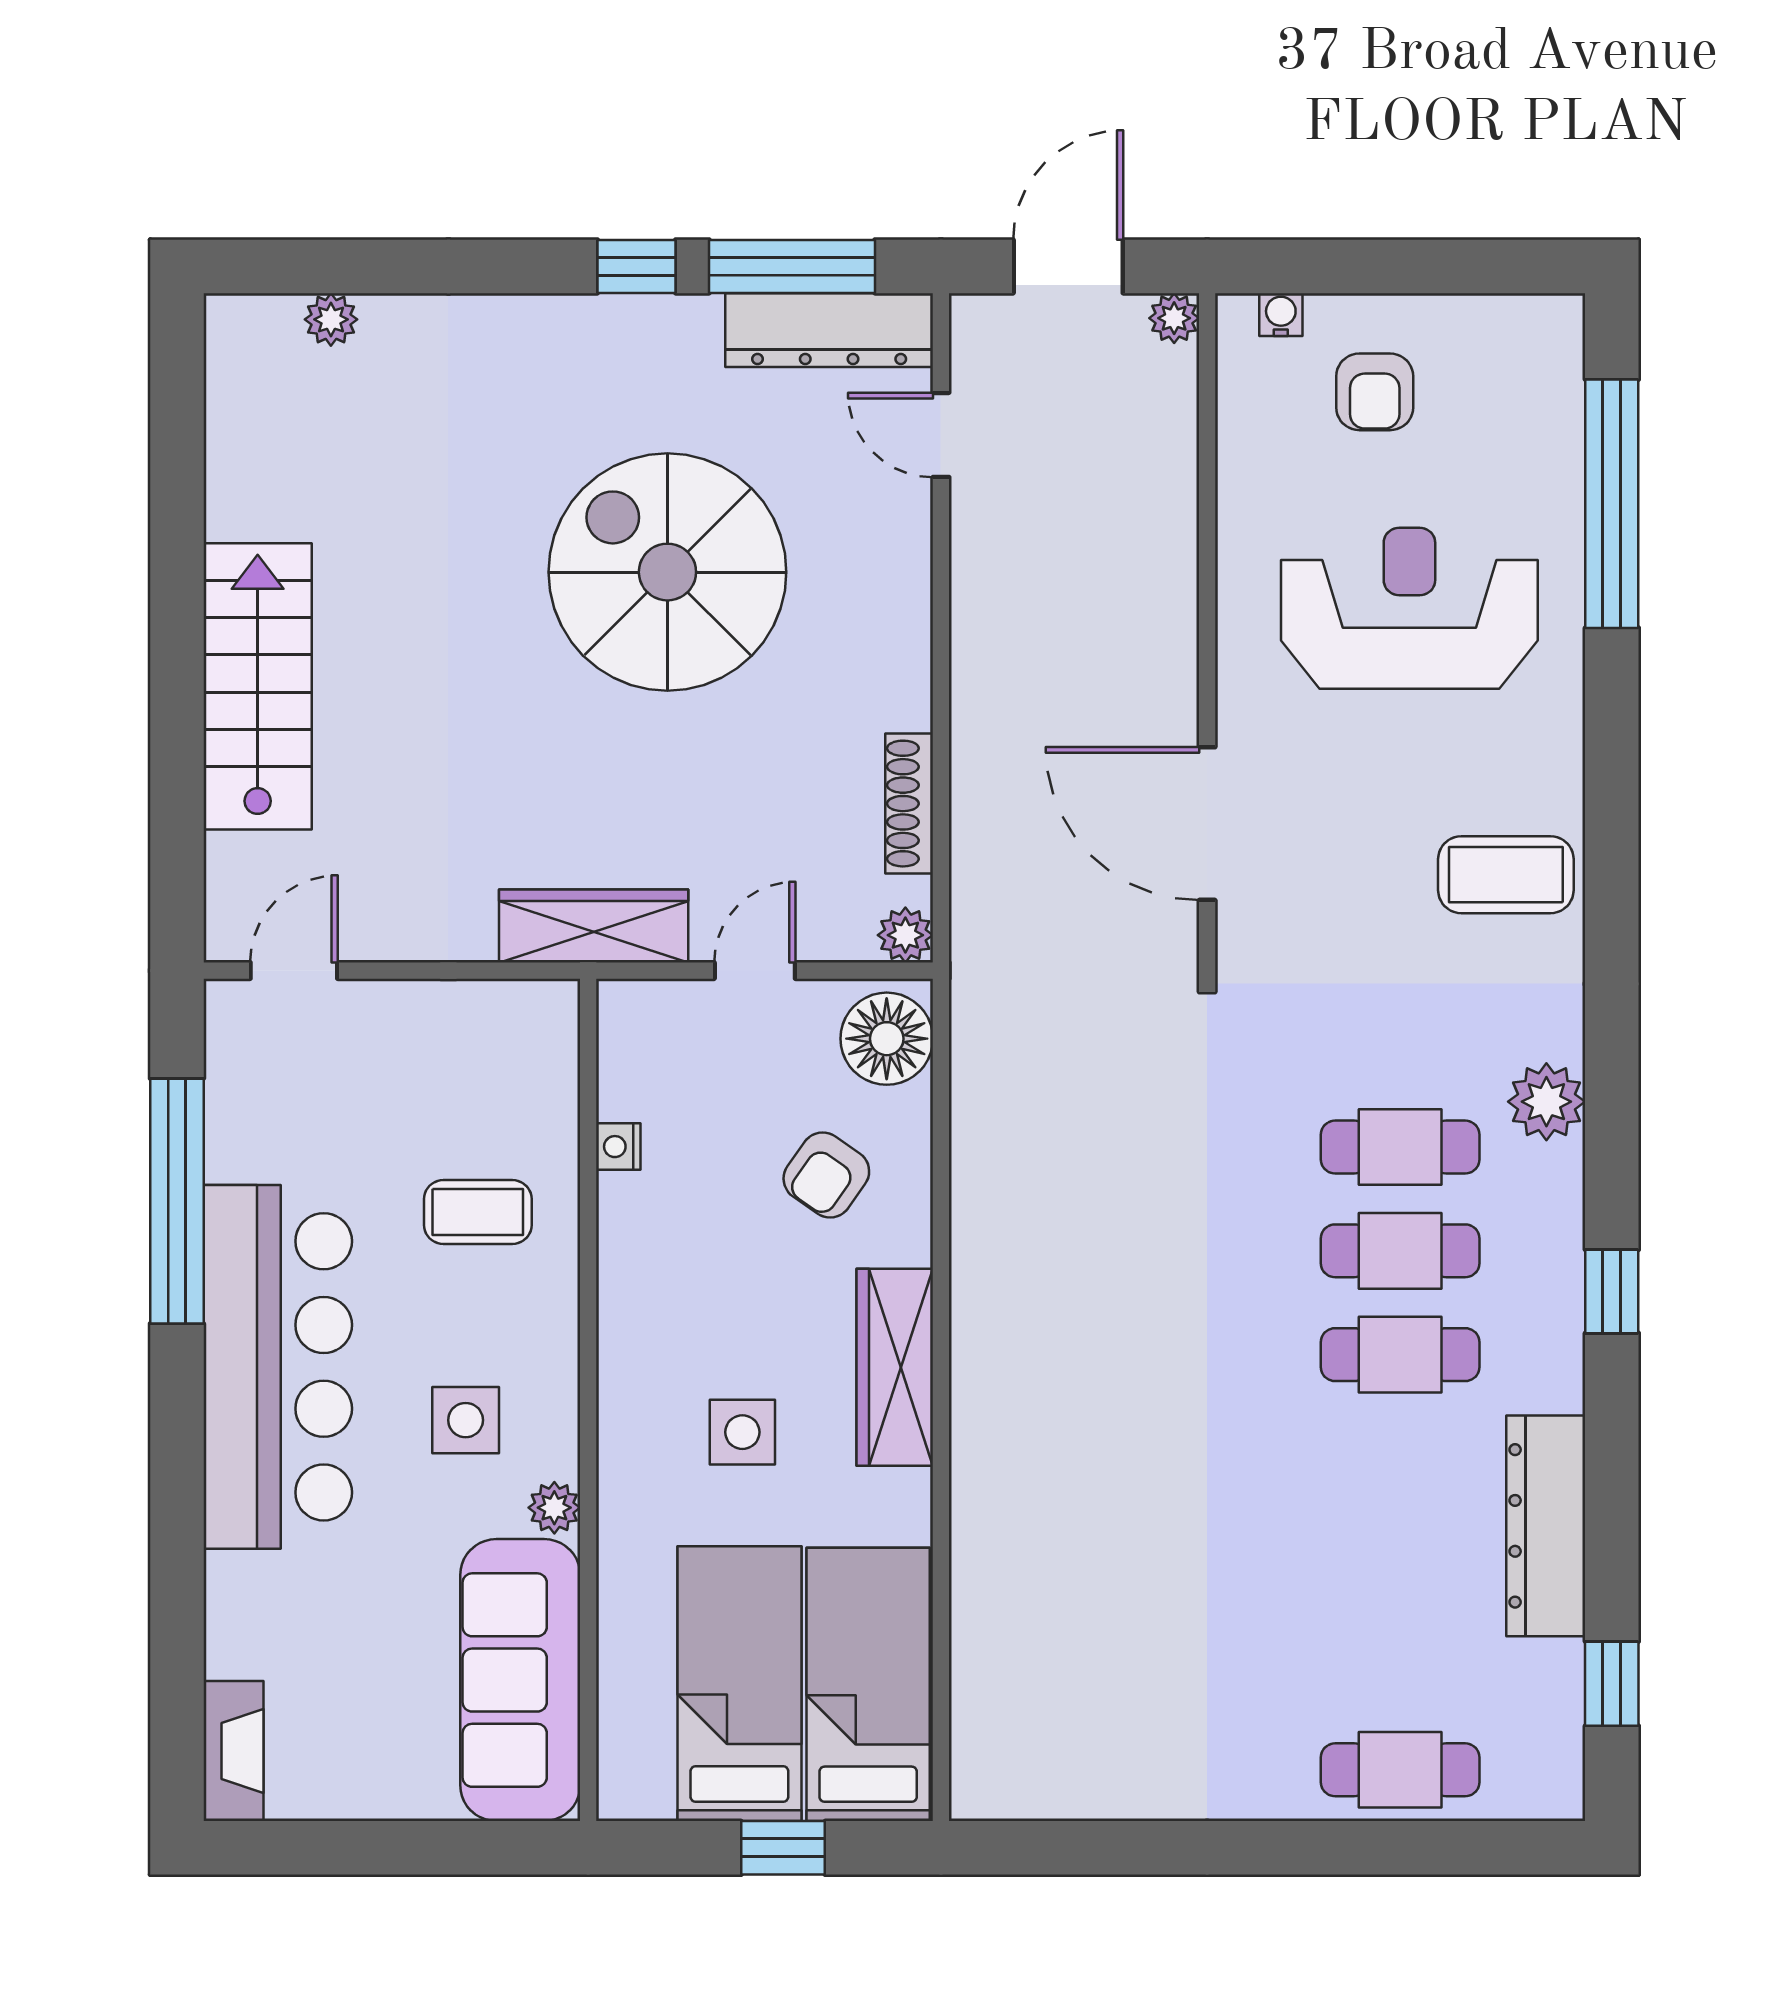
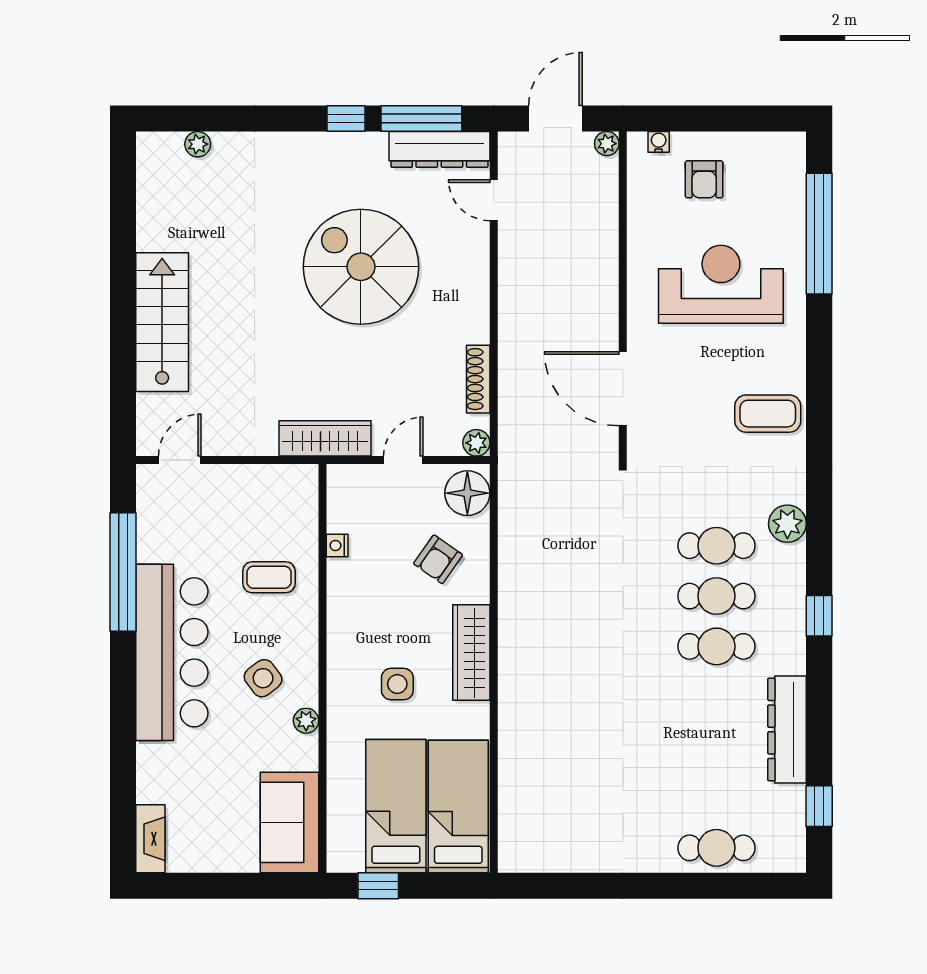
side table: (466, 1420) -> (263, 678), turned -37
sofa: (520, 1680) -> (290, 822), width x0.73
window: (783, 1848) -> (378, 886), moved

